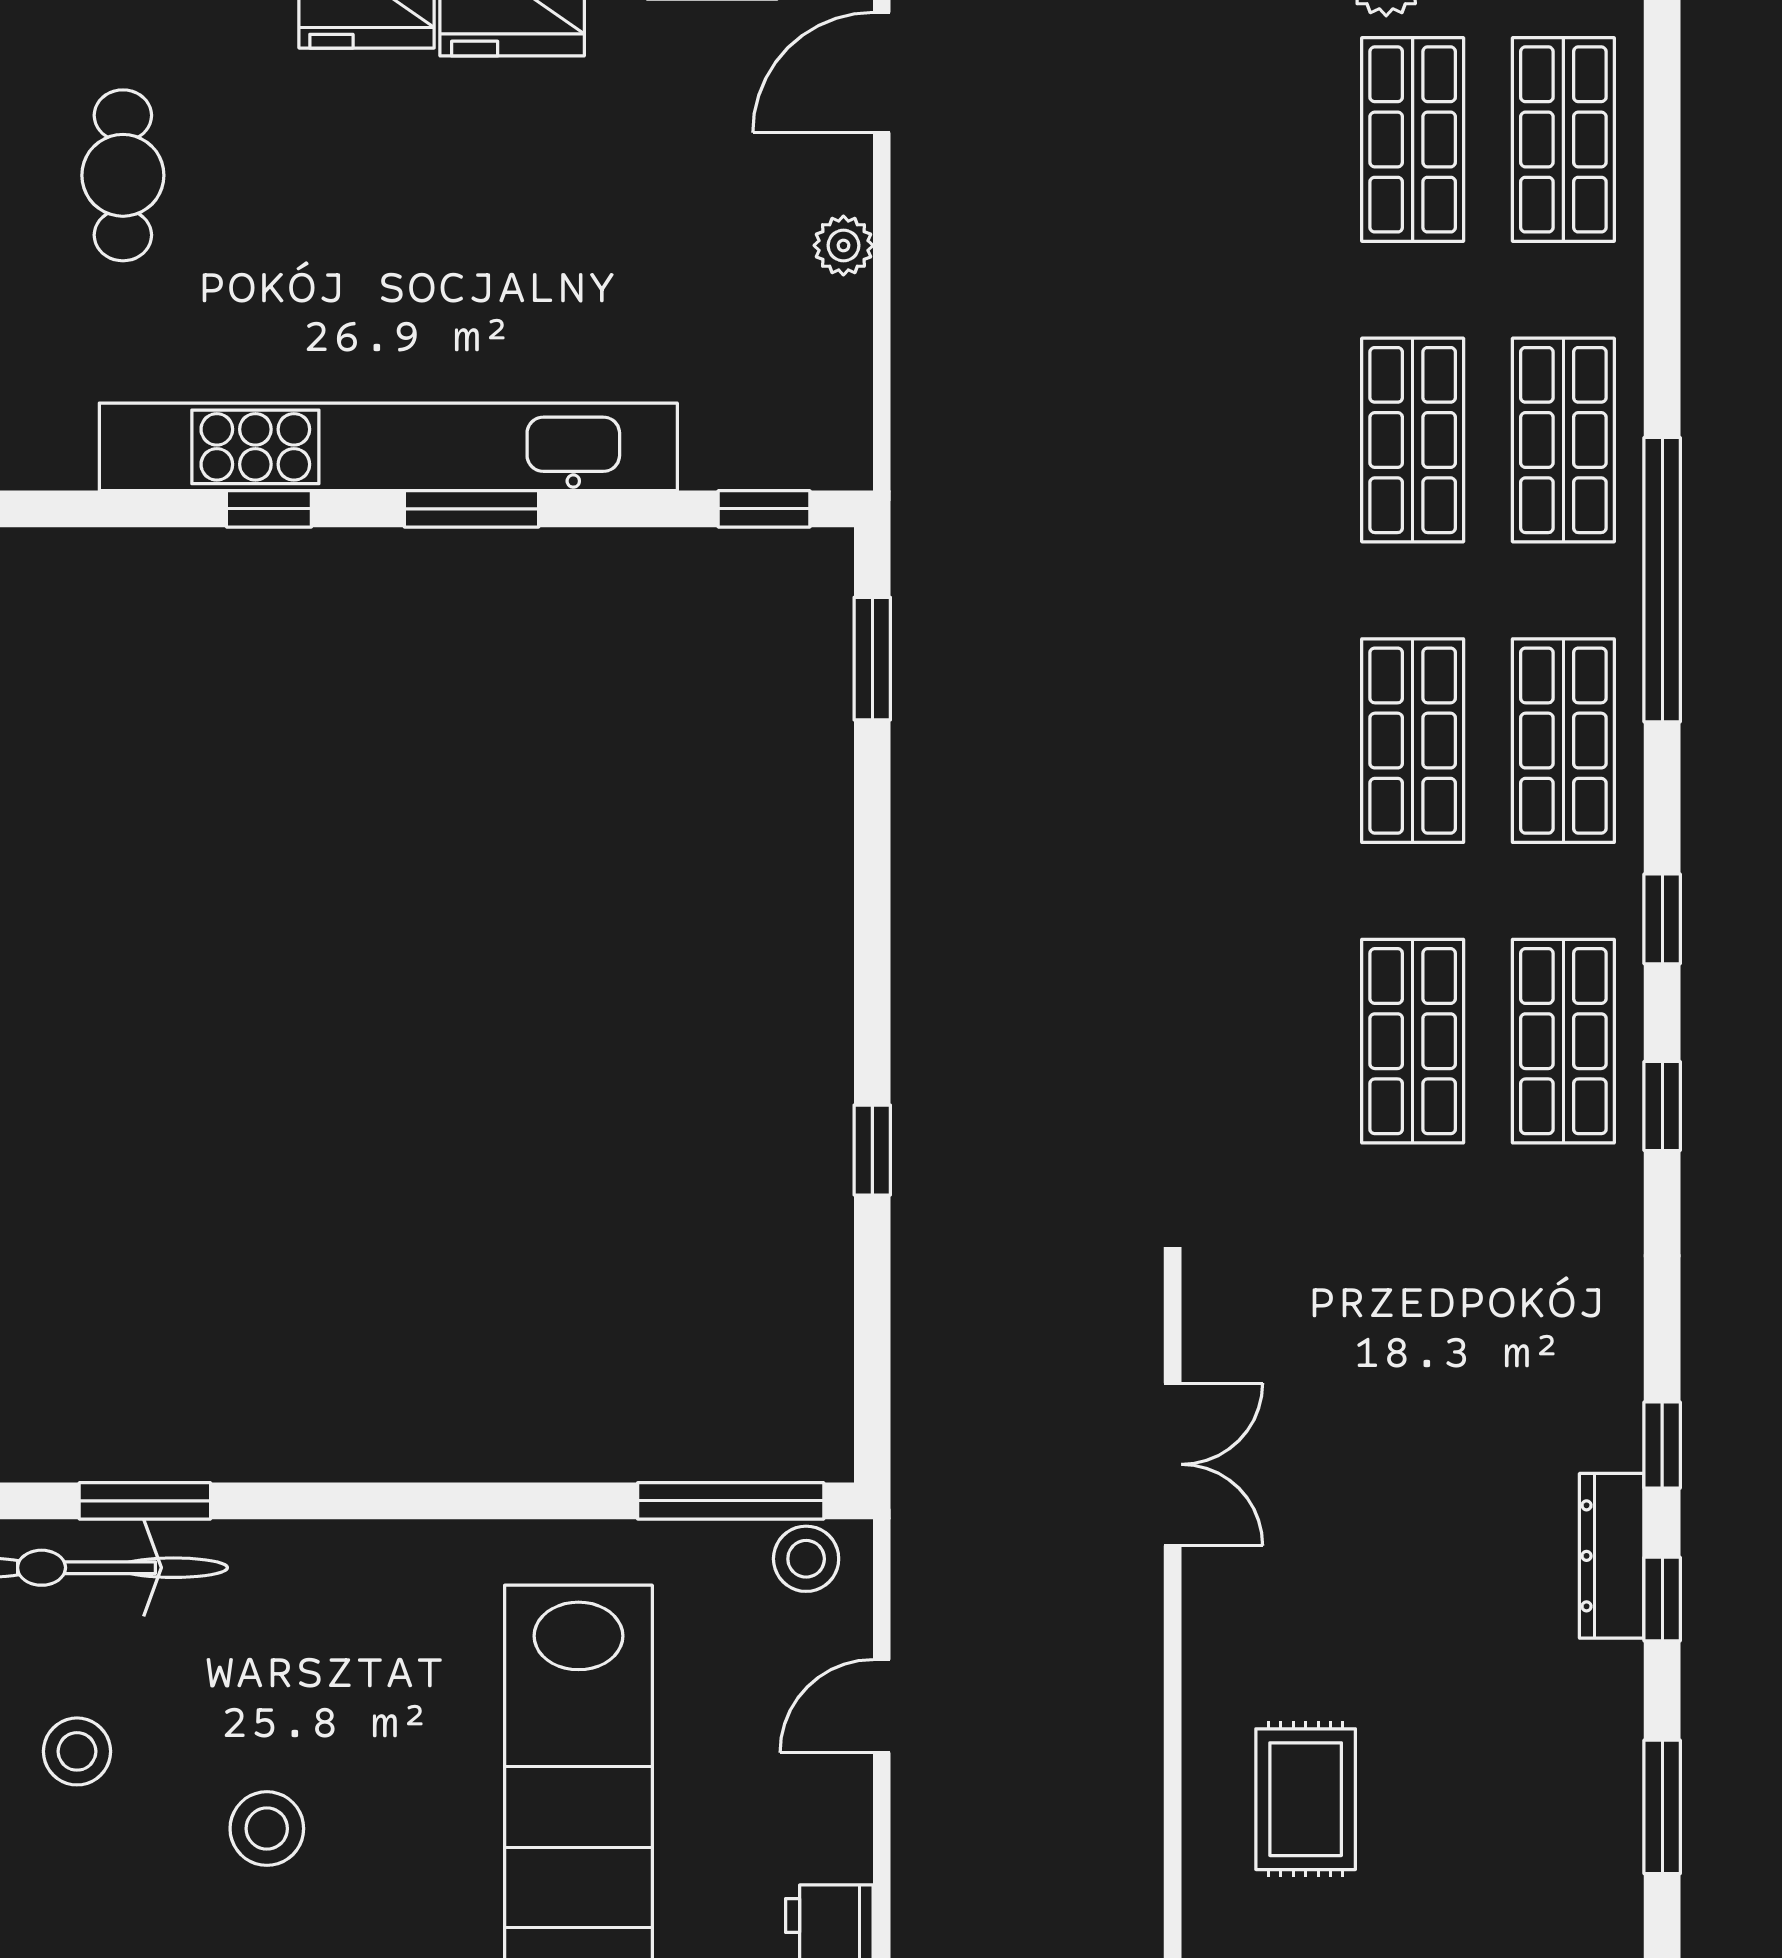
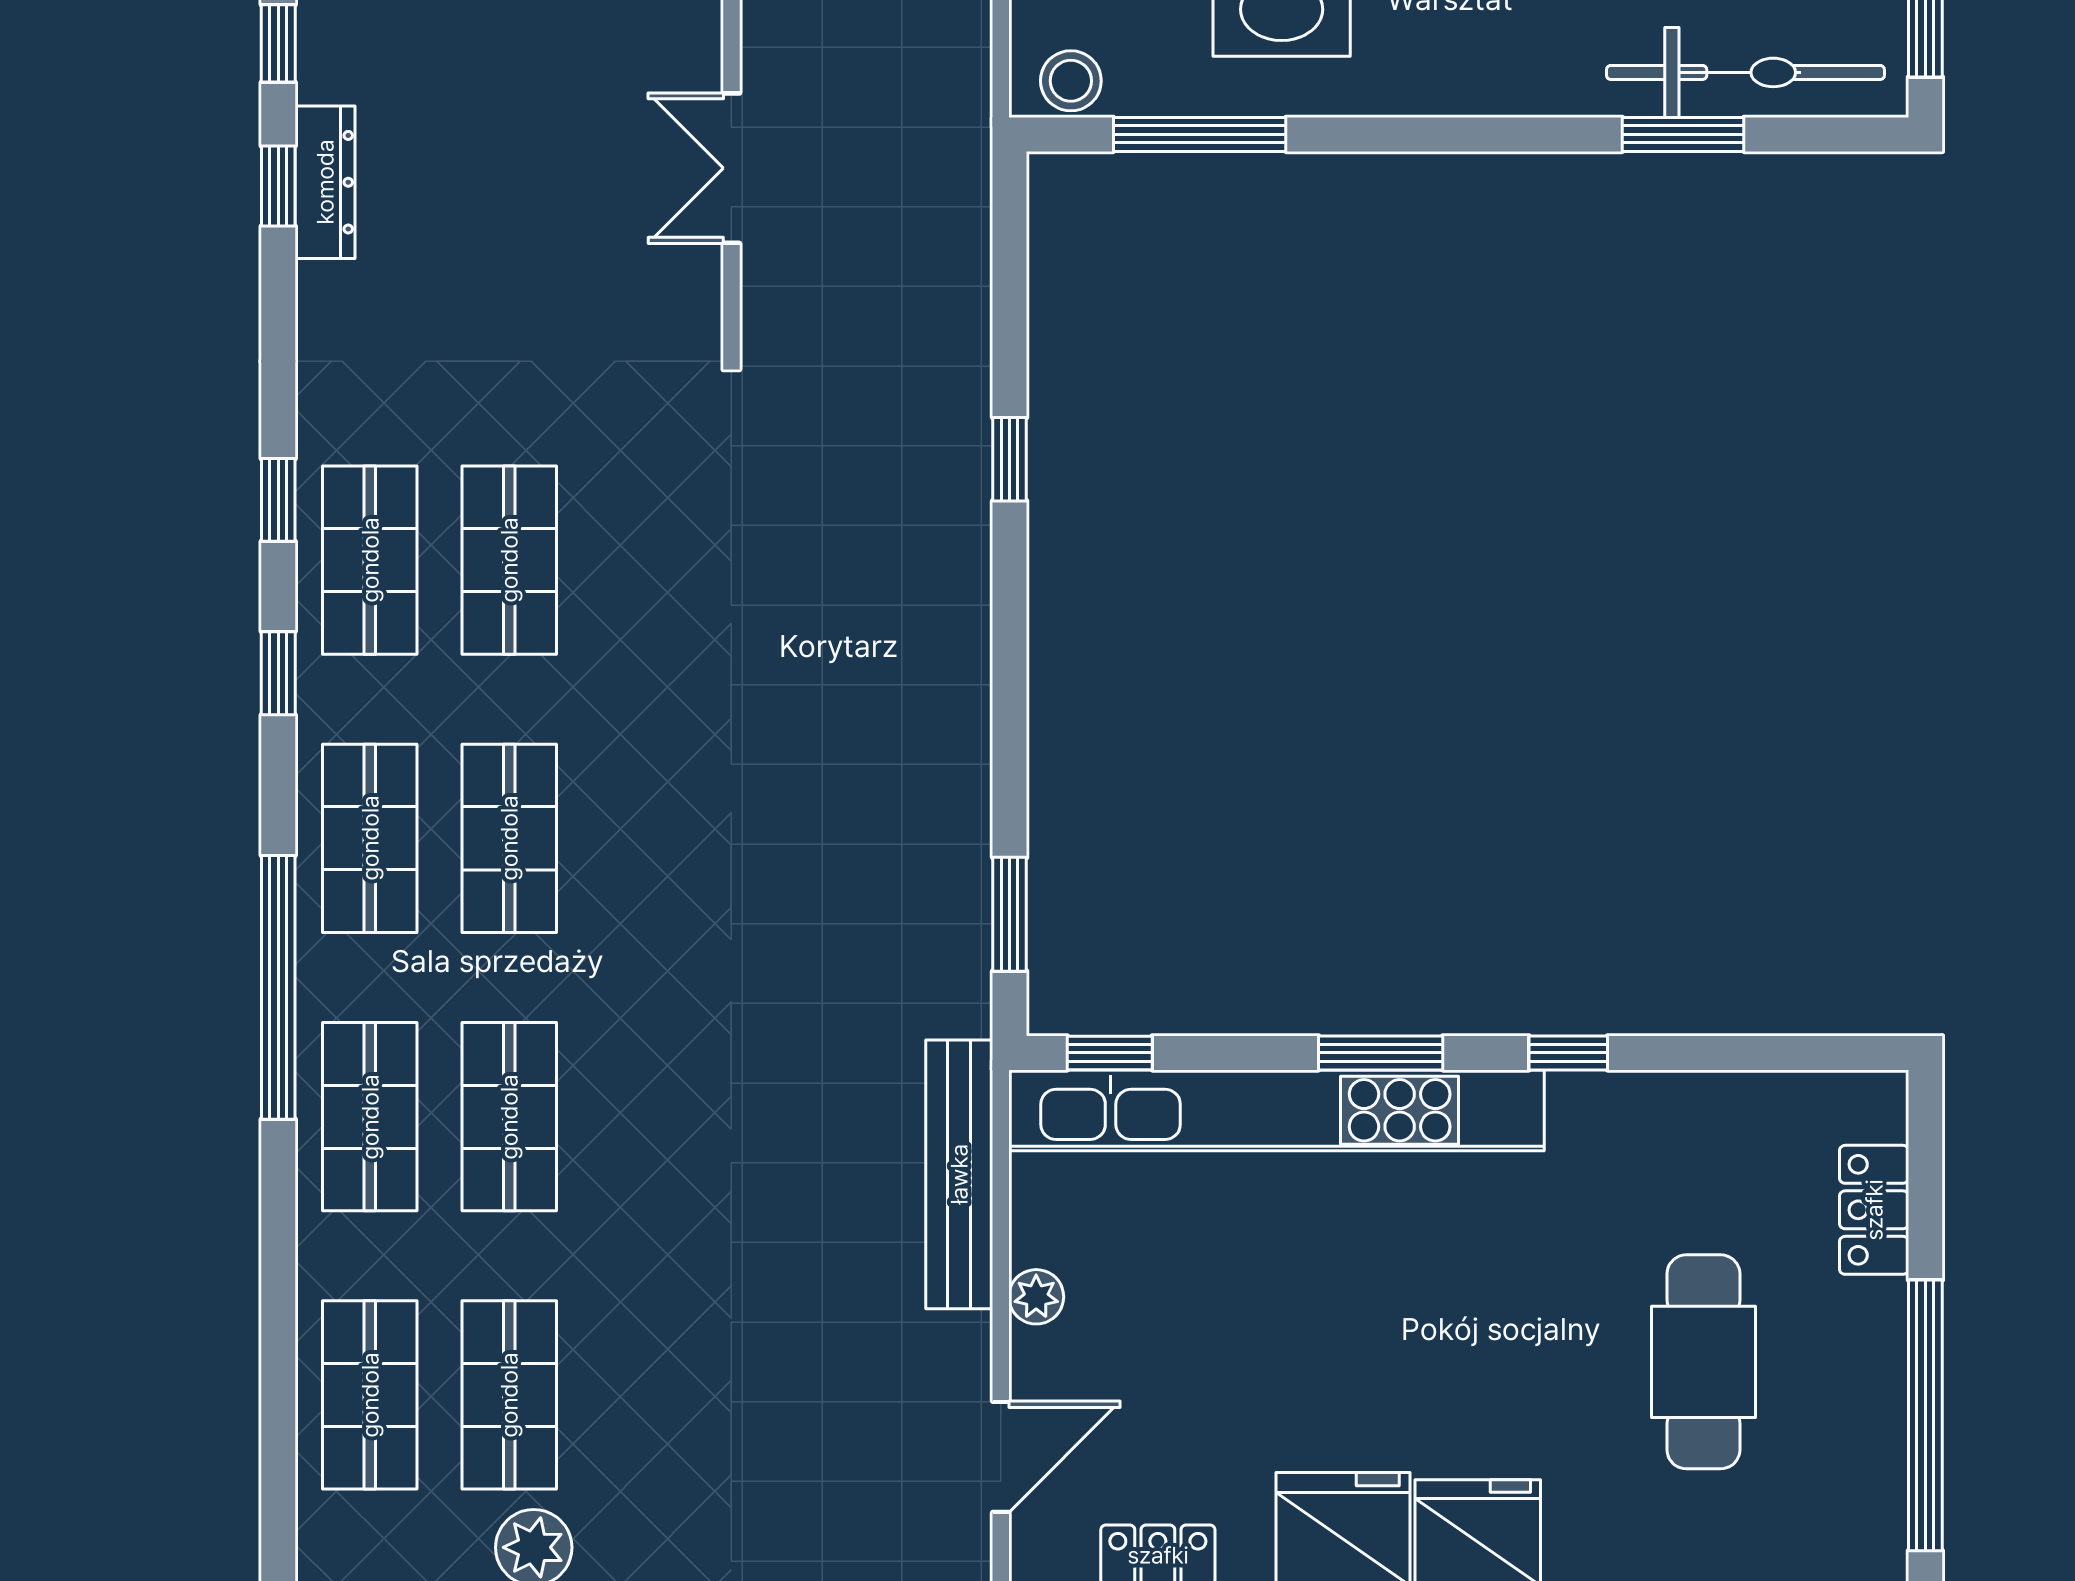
cafe table: (123, 175) -> (1703, 1362), width x1.37, depth x1.35
bench: (927, 378) -> (959, 1174), added
kitchen unit: (388, 447) -> (1277, 1110), moved
window: (731, 1501) -> (1200, 134), moved
dresser: (1612, 1556) -> (325, 182), moved

